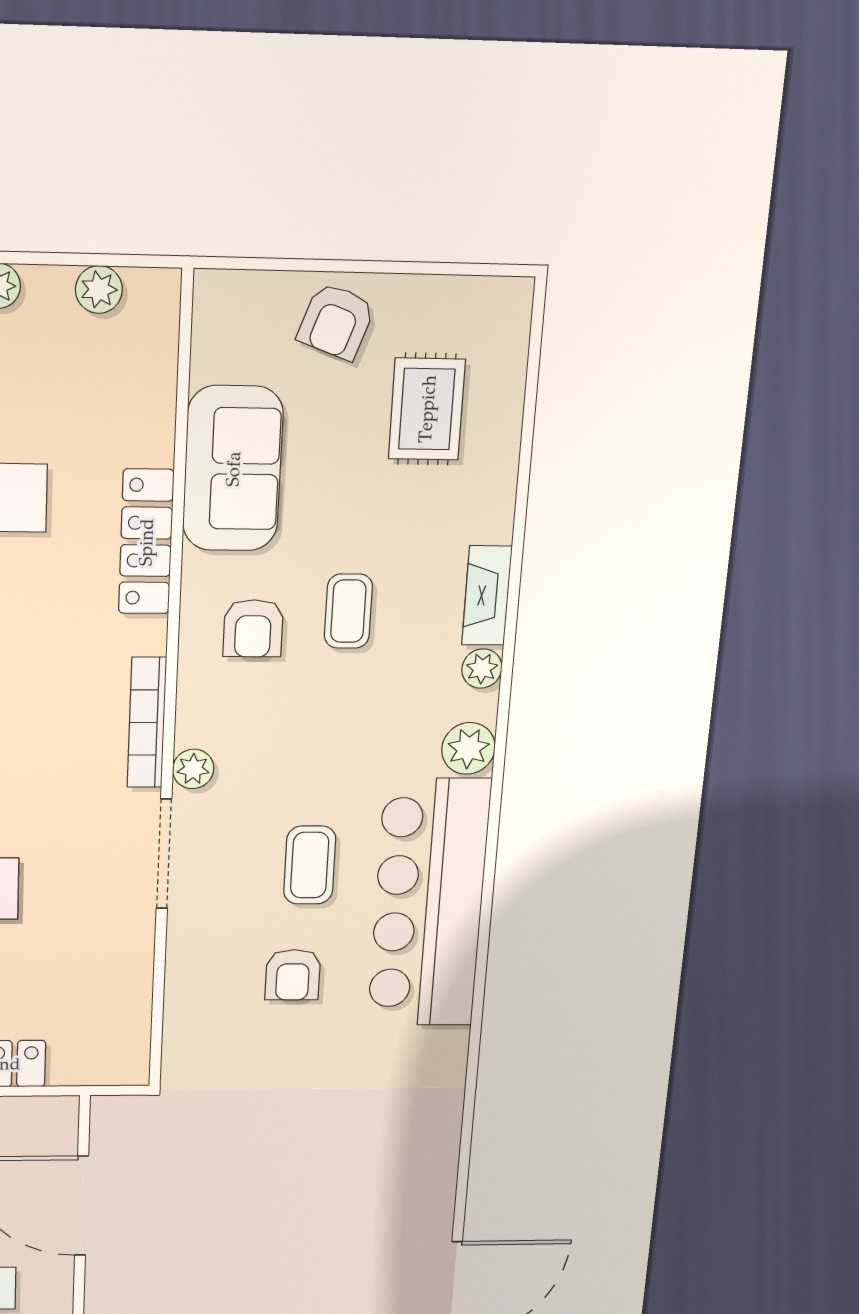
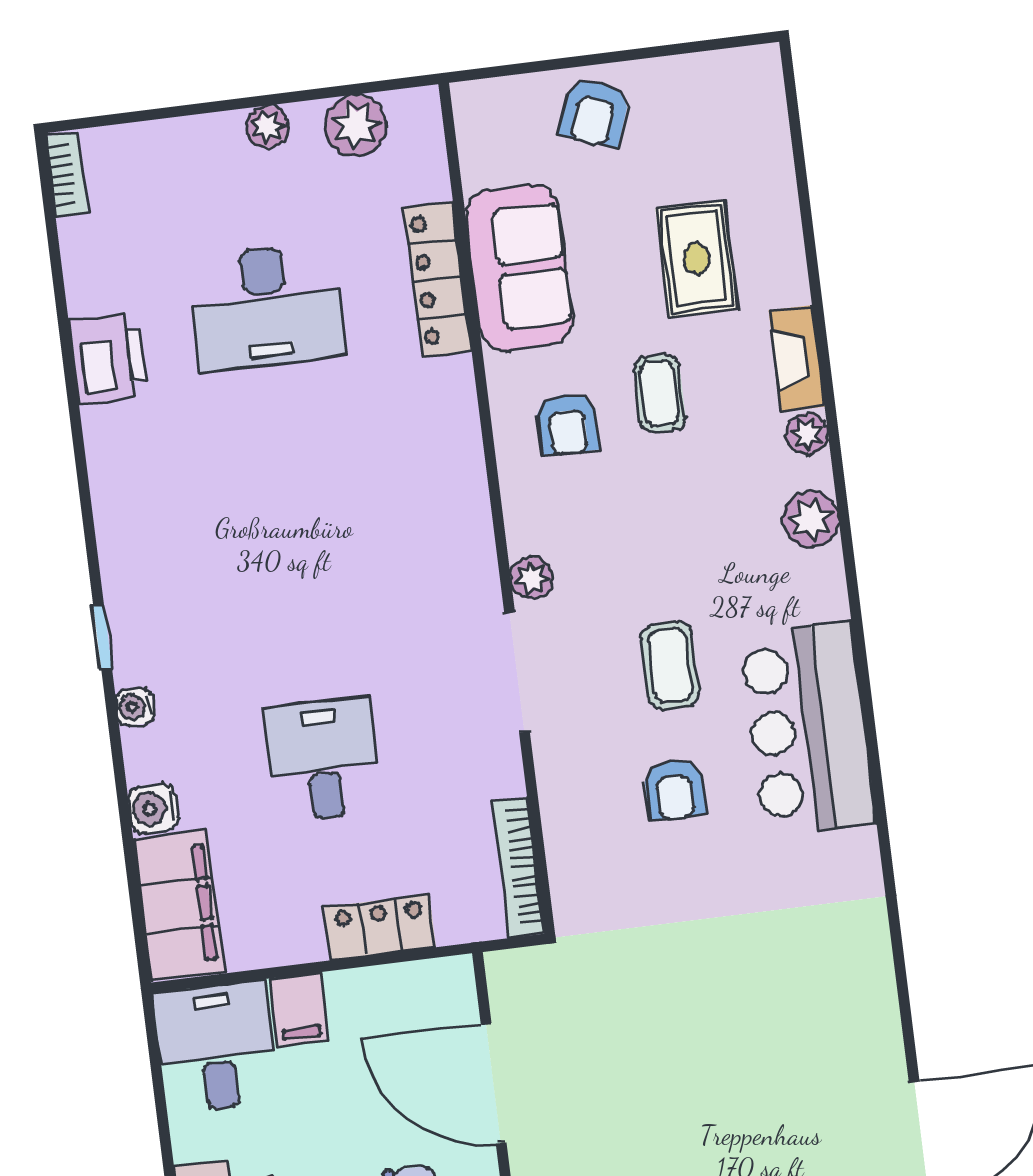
plant: (99, 289) -> (355, 126), width x1.38, depth x1.38
rug: (427, 409) -> (697, 259), moved
locker: (146, 542) -> (438, 279), moved
bookcase: (147, 723) -> (518, 868), moved
bar counter: (429, 904) -> (808, 729), width x0.73

